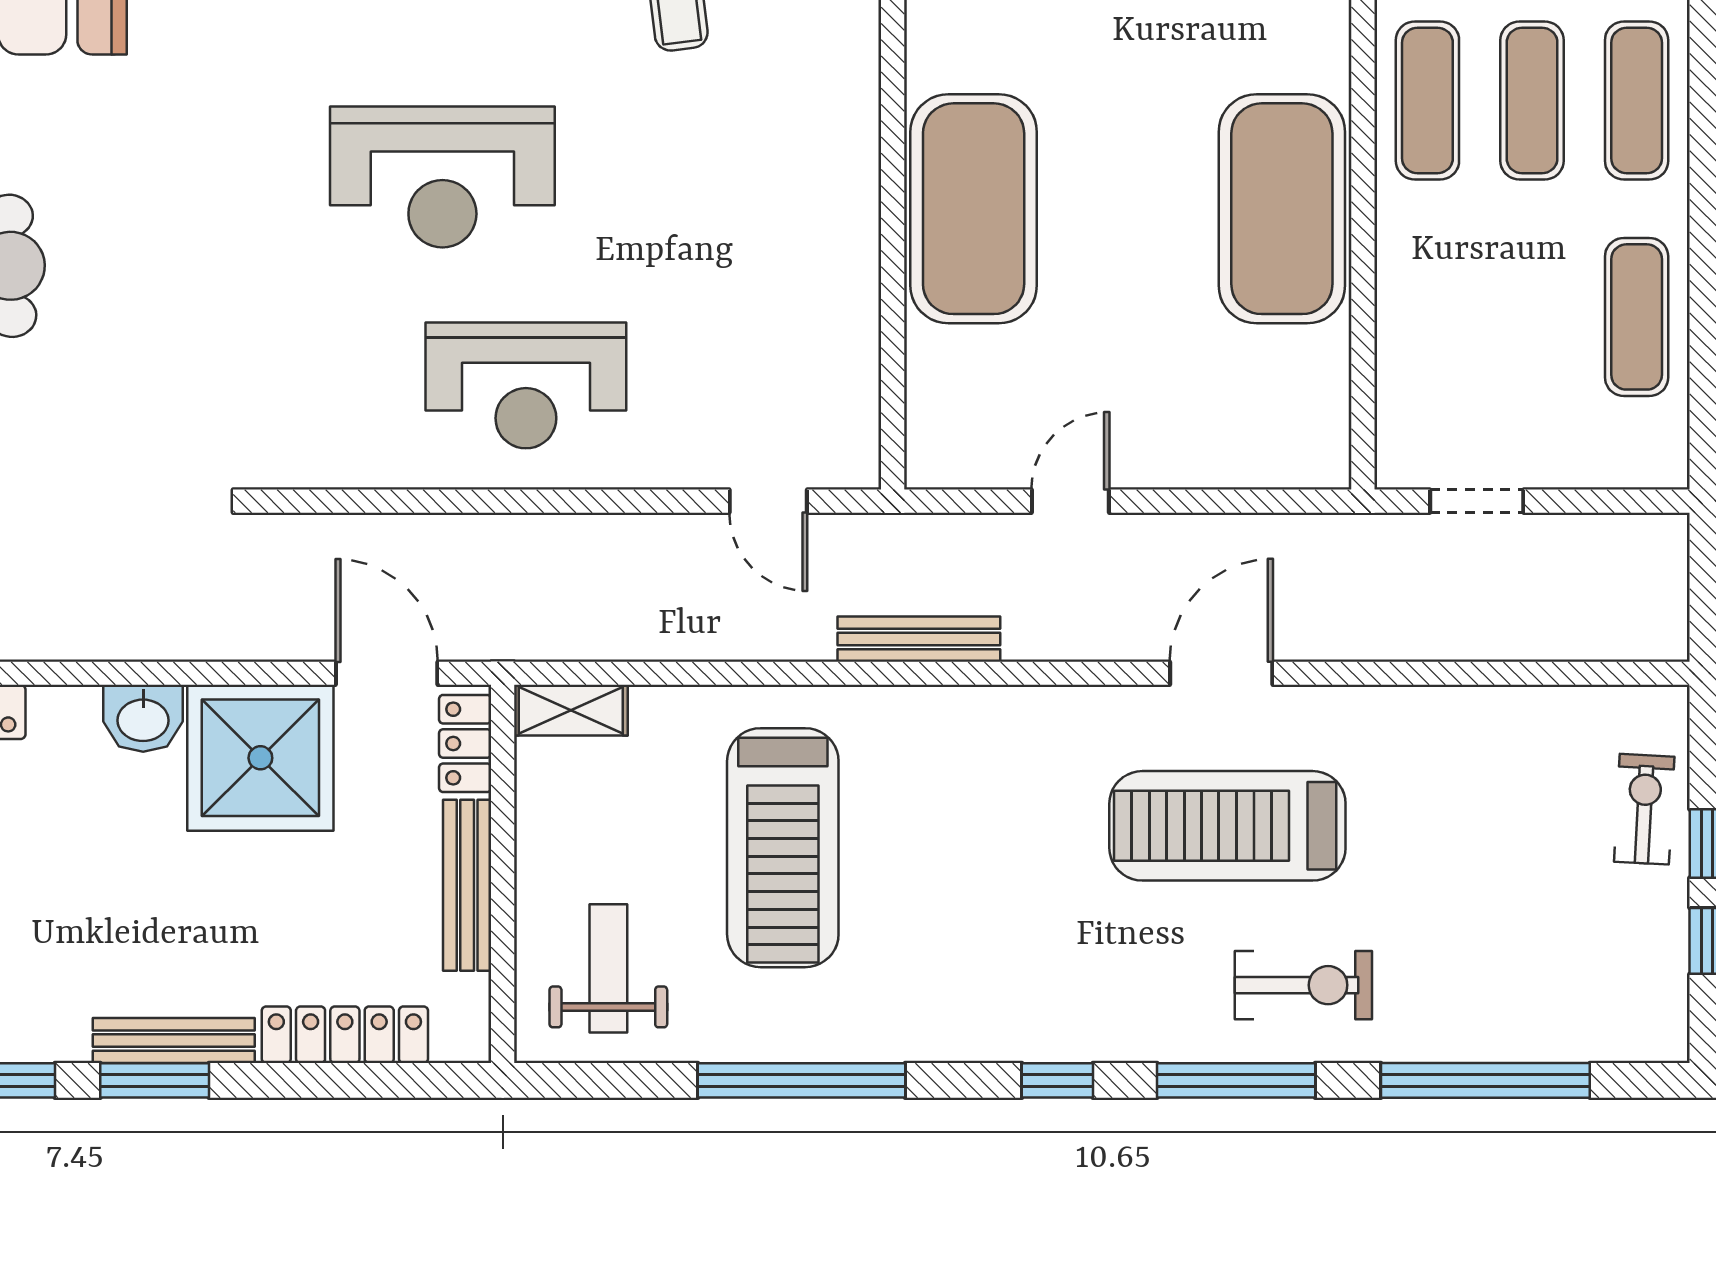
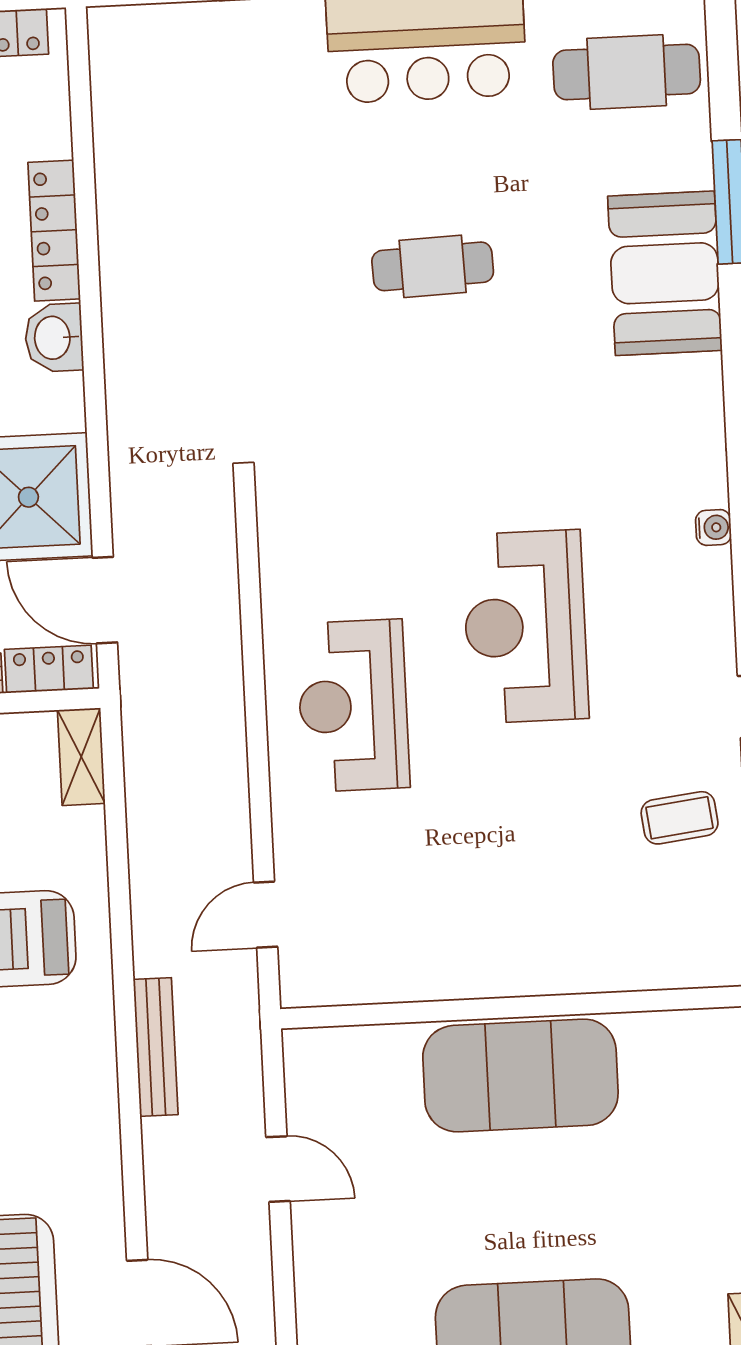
door: (387, 673) -> (105, 600), swing flipped
washbasin: (143, 718) -> (54, 338), moved

